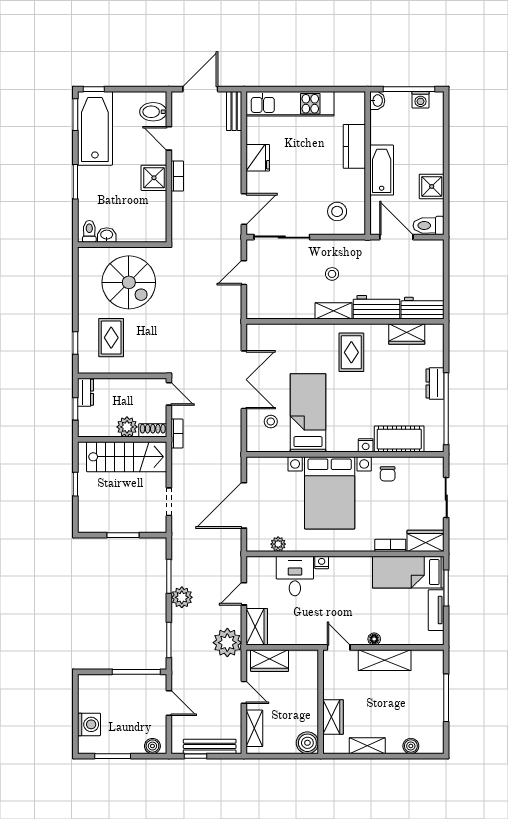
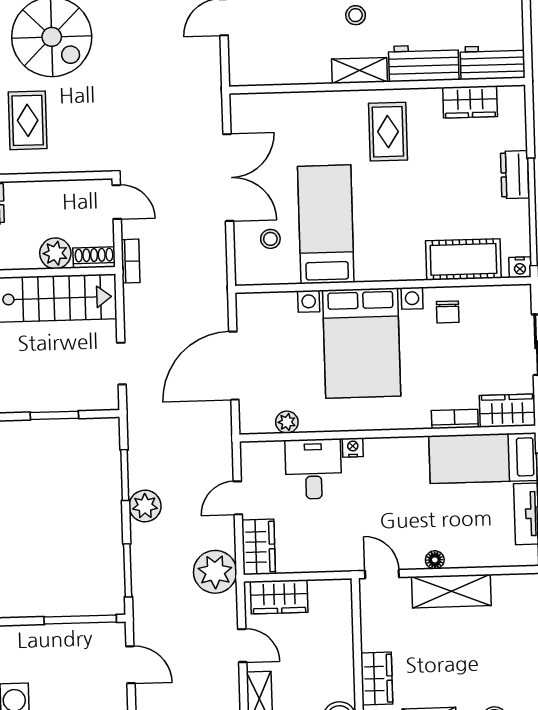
nightstand: (366, 445) -> (520, 267), moved

